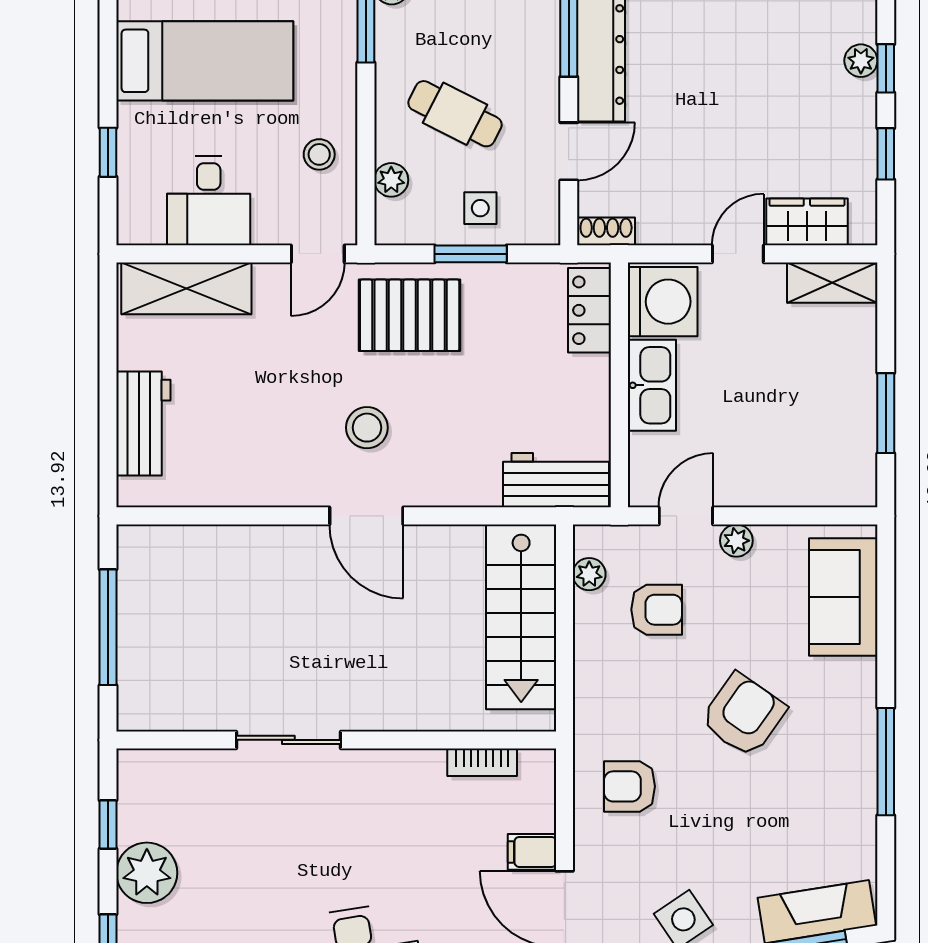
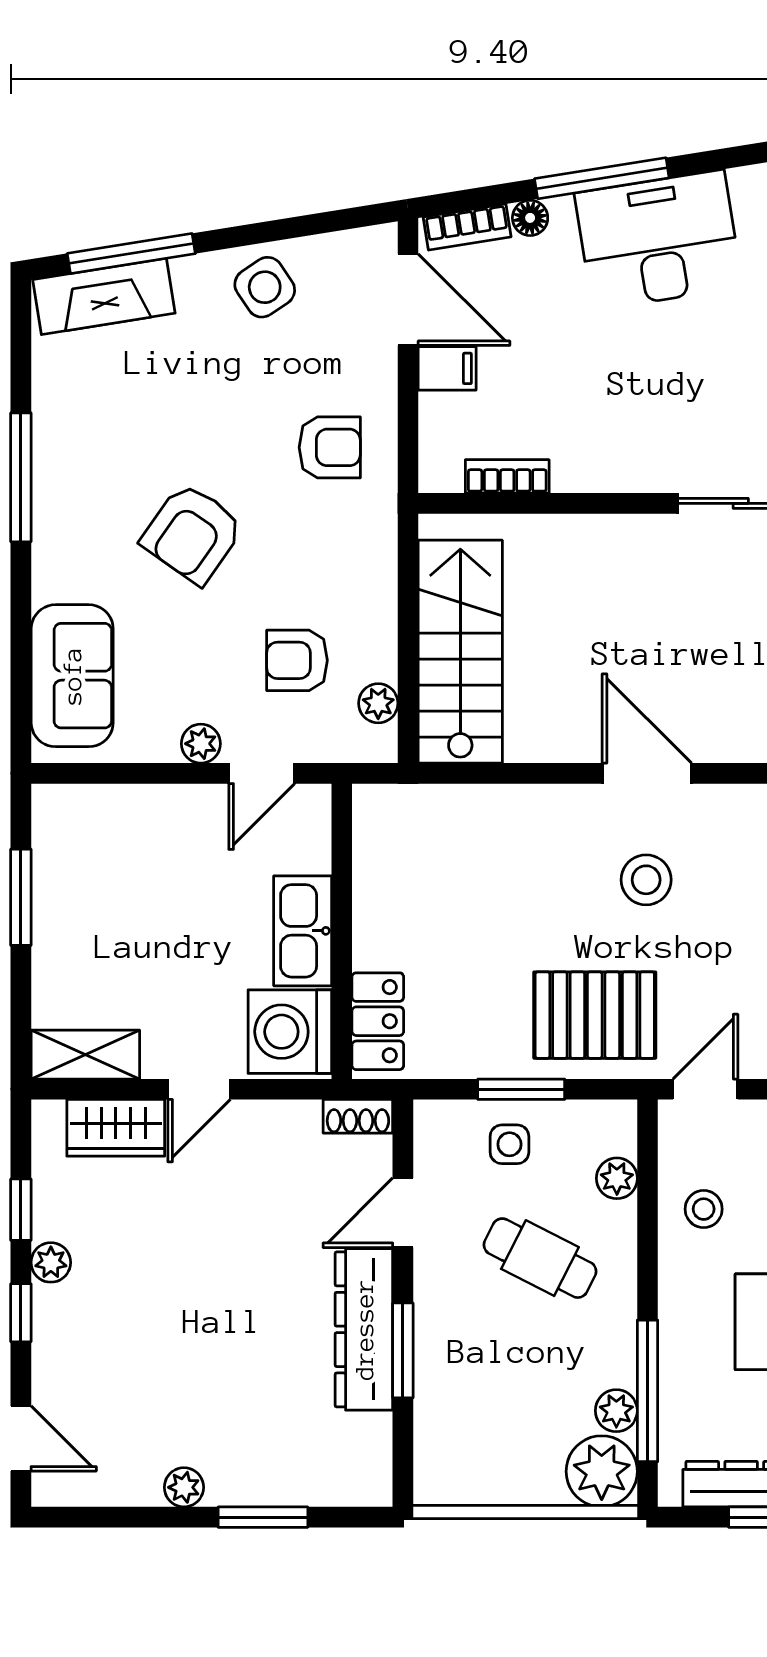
plant: (861, 61) -> (51, 1262), moved
workbench: (556, 480) -> (418, 816), removed

